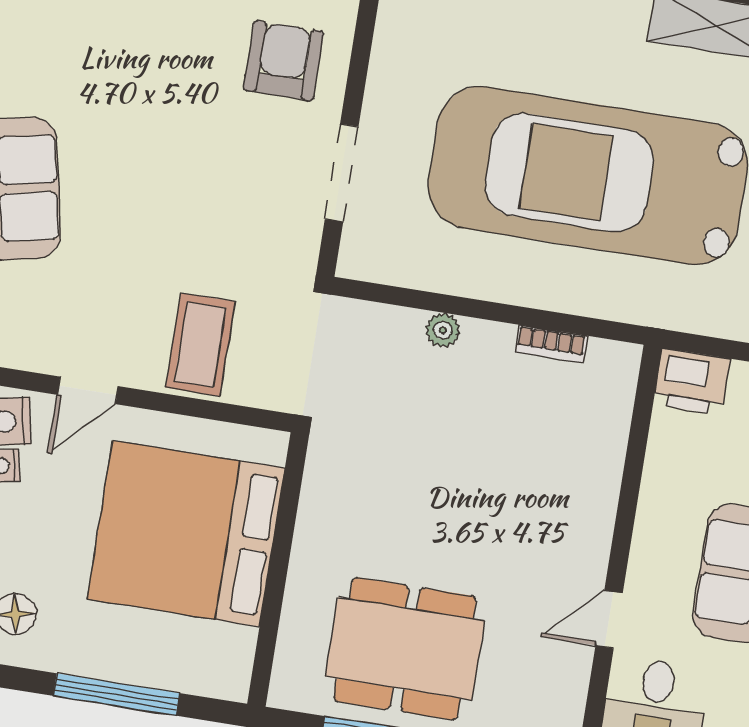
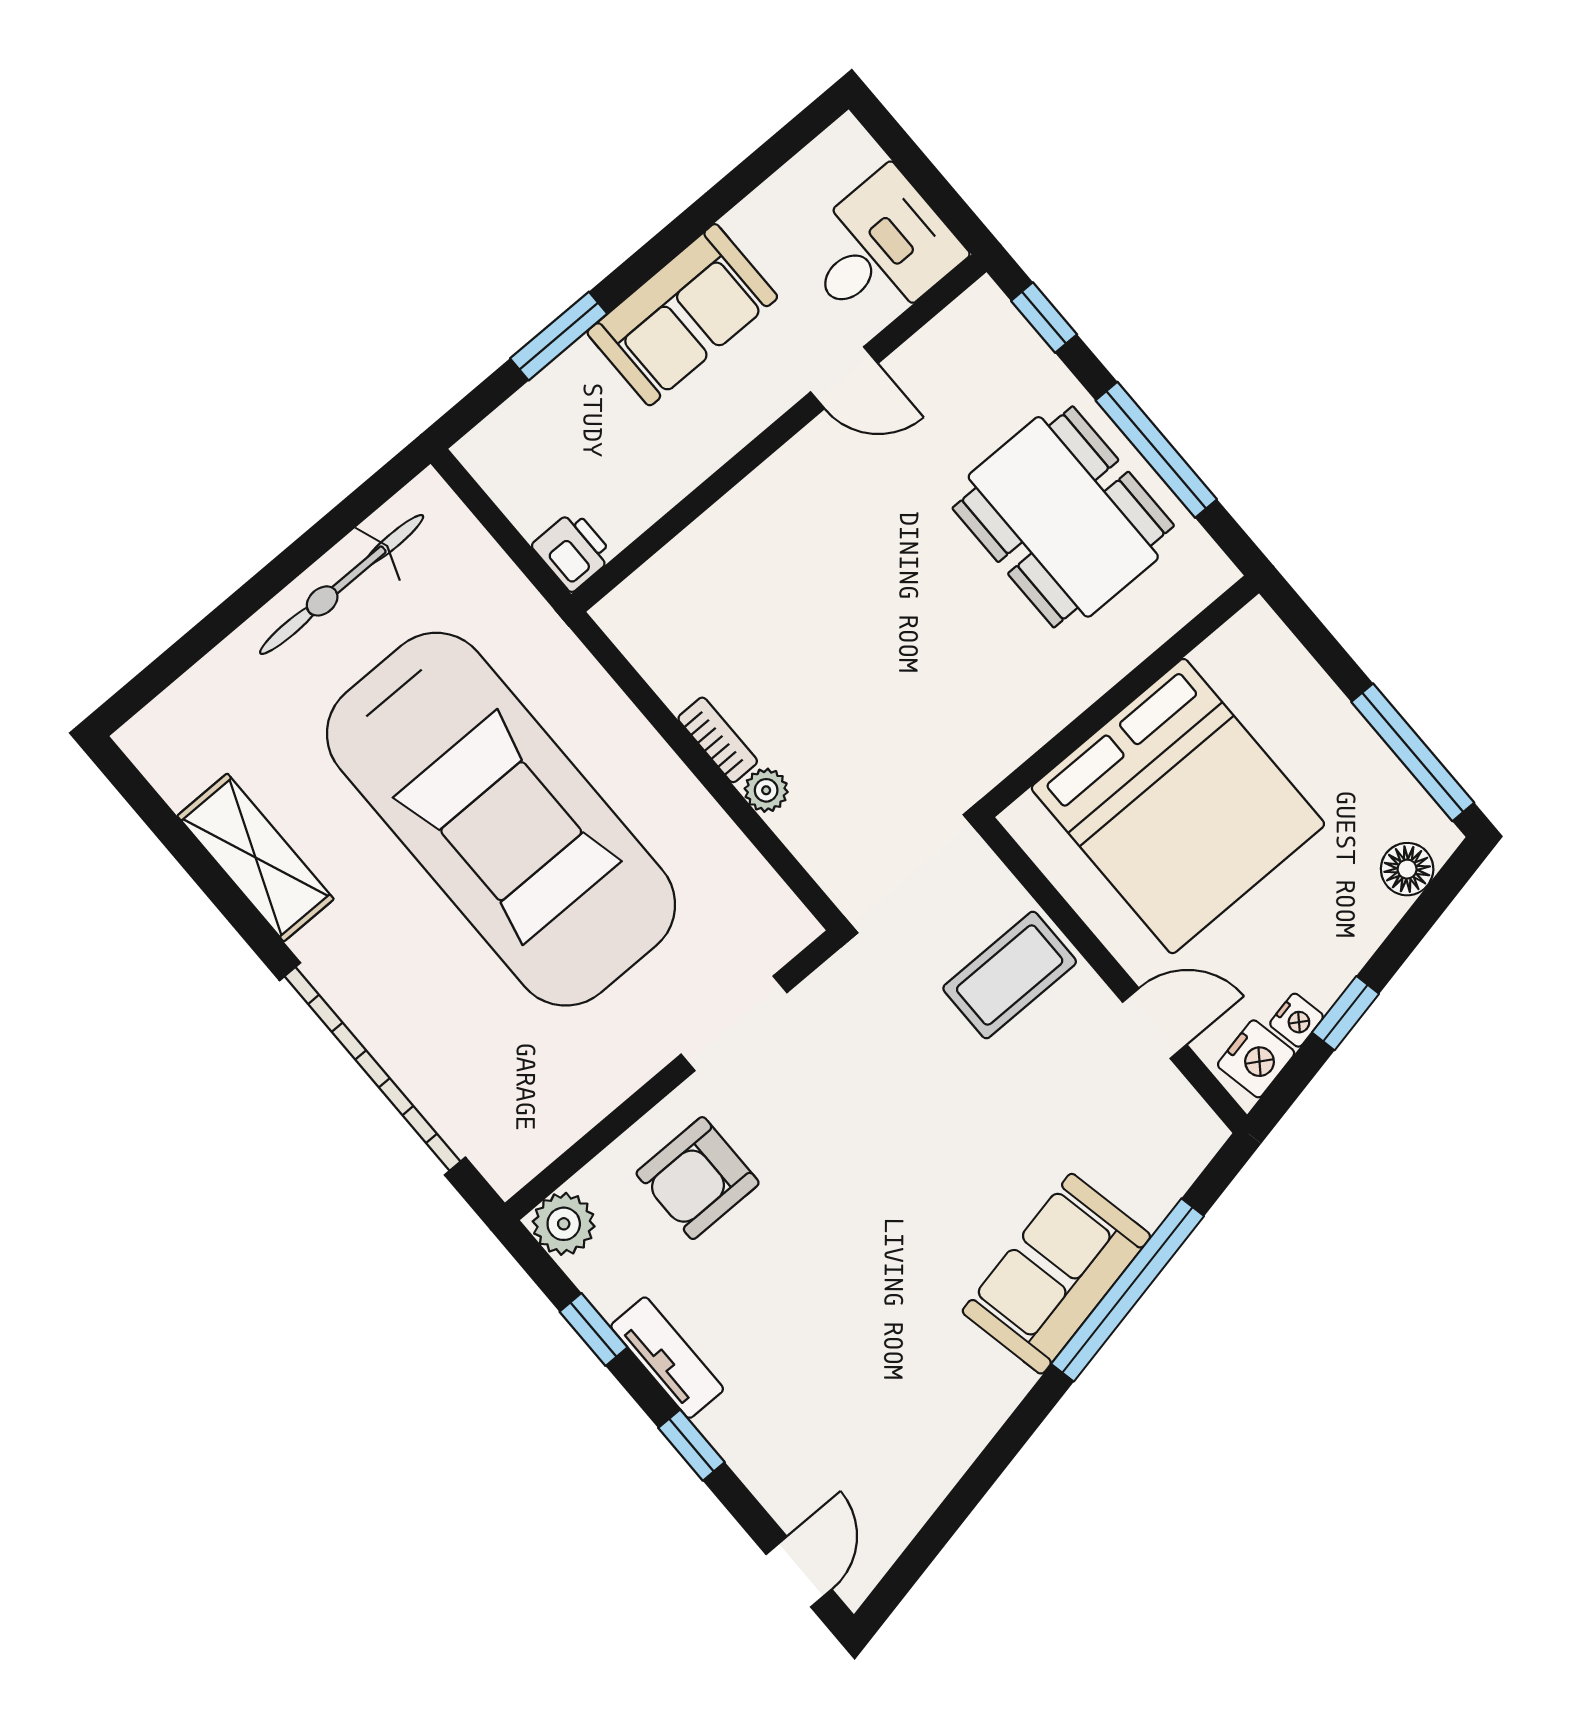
bookcase: (551, 344) -> (718, 740), moved
printer: (692, 381) -> (573, 551), width x0.73, depth x0.81
window: (117, 694) -> (1413, 752), moved

